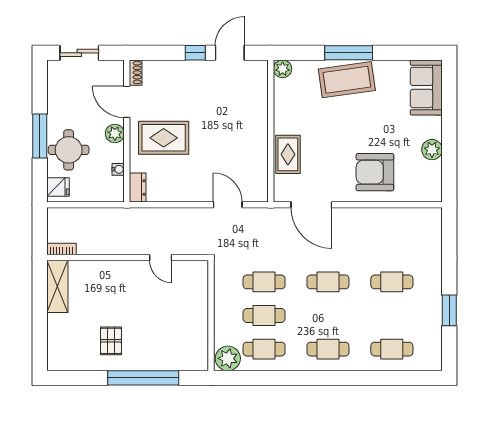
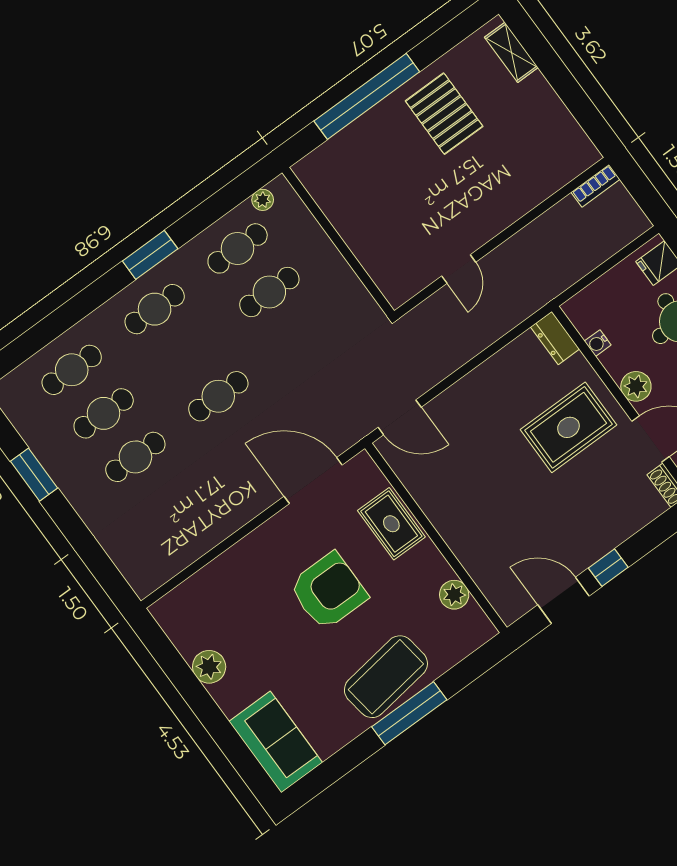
door: (230, 53) -> (563, 600), swing flipped
plant: (283, 69) -> (454, 595), moved
armchair: (375, 172) -> (328, 591), moved
door: (228, 205) -> (400, 417), moved
door: (161, 258) -> (459, 269), swing flipped
cafe table: (264, 282) -> (104, 413), moved
shelving: (57, 286) -> (511, 52), moved, width x0.67, depth x0.75
pallet: (111, 341) -> (444, 114), width x1.50, depth x1.42
plant: (228, 358) -> (263, 200), width x0.53, depth x0.53
window: (310, 378) -> (150, 255), added

